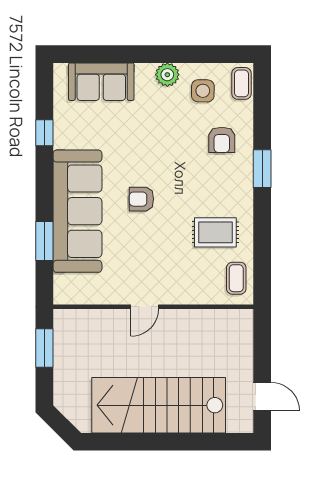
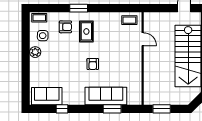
sofa: (101, 82) -> (47, 96), moved, turned -90
sofa: (77, 211) -> (106, 96), width x0.74, depth x0.79
rug: (215, 232) -> (86, 31), moved
door: (145, 307) -> (143, 39), moved

